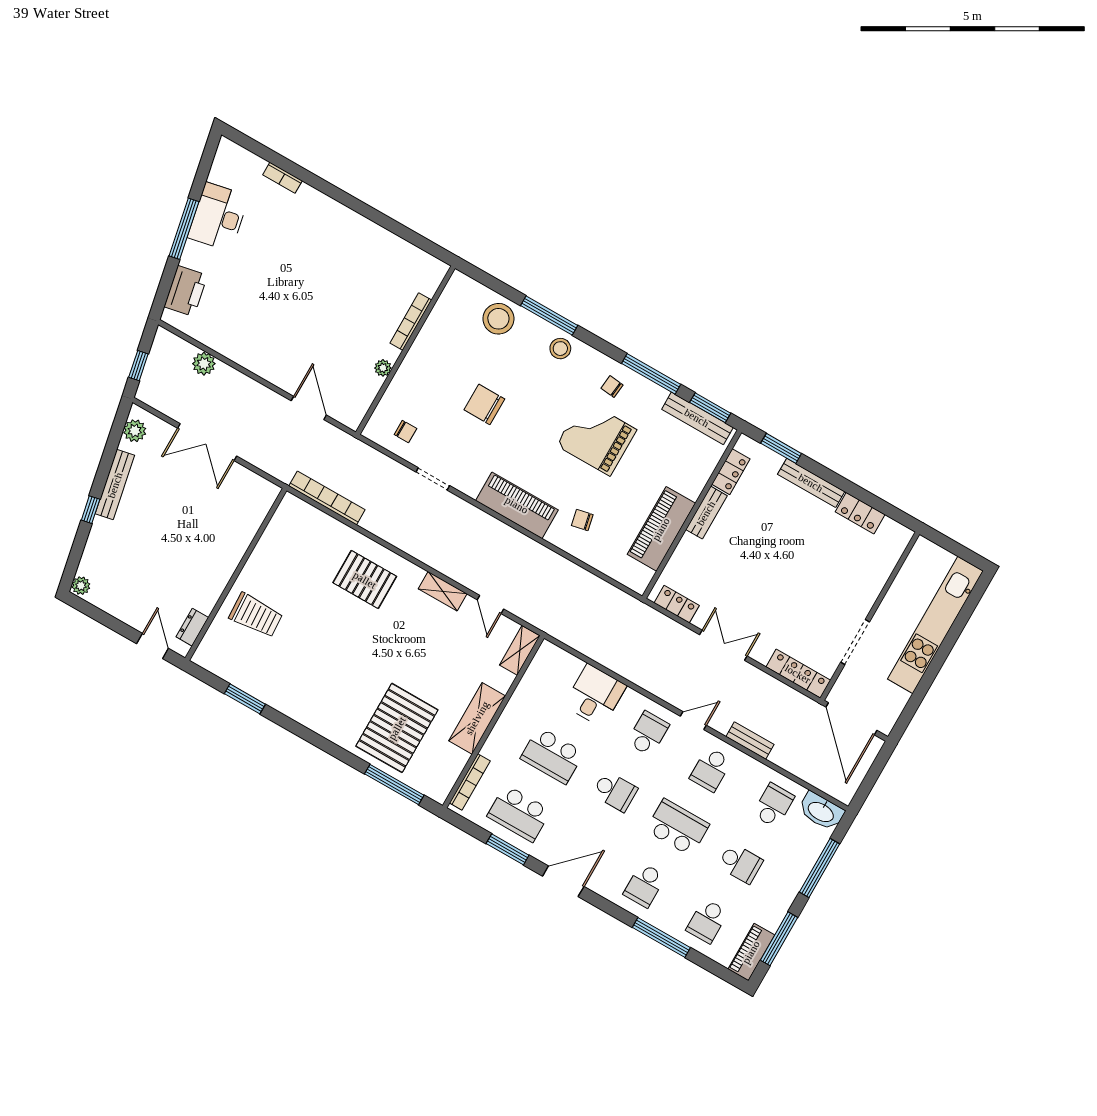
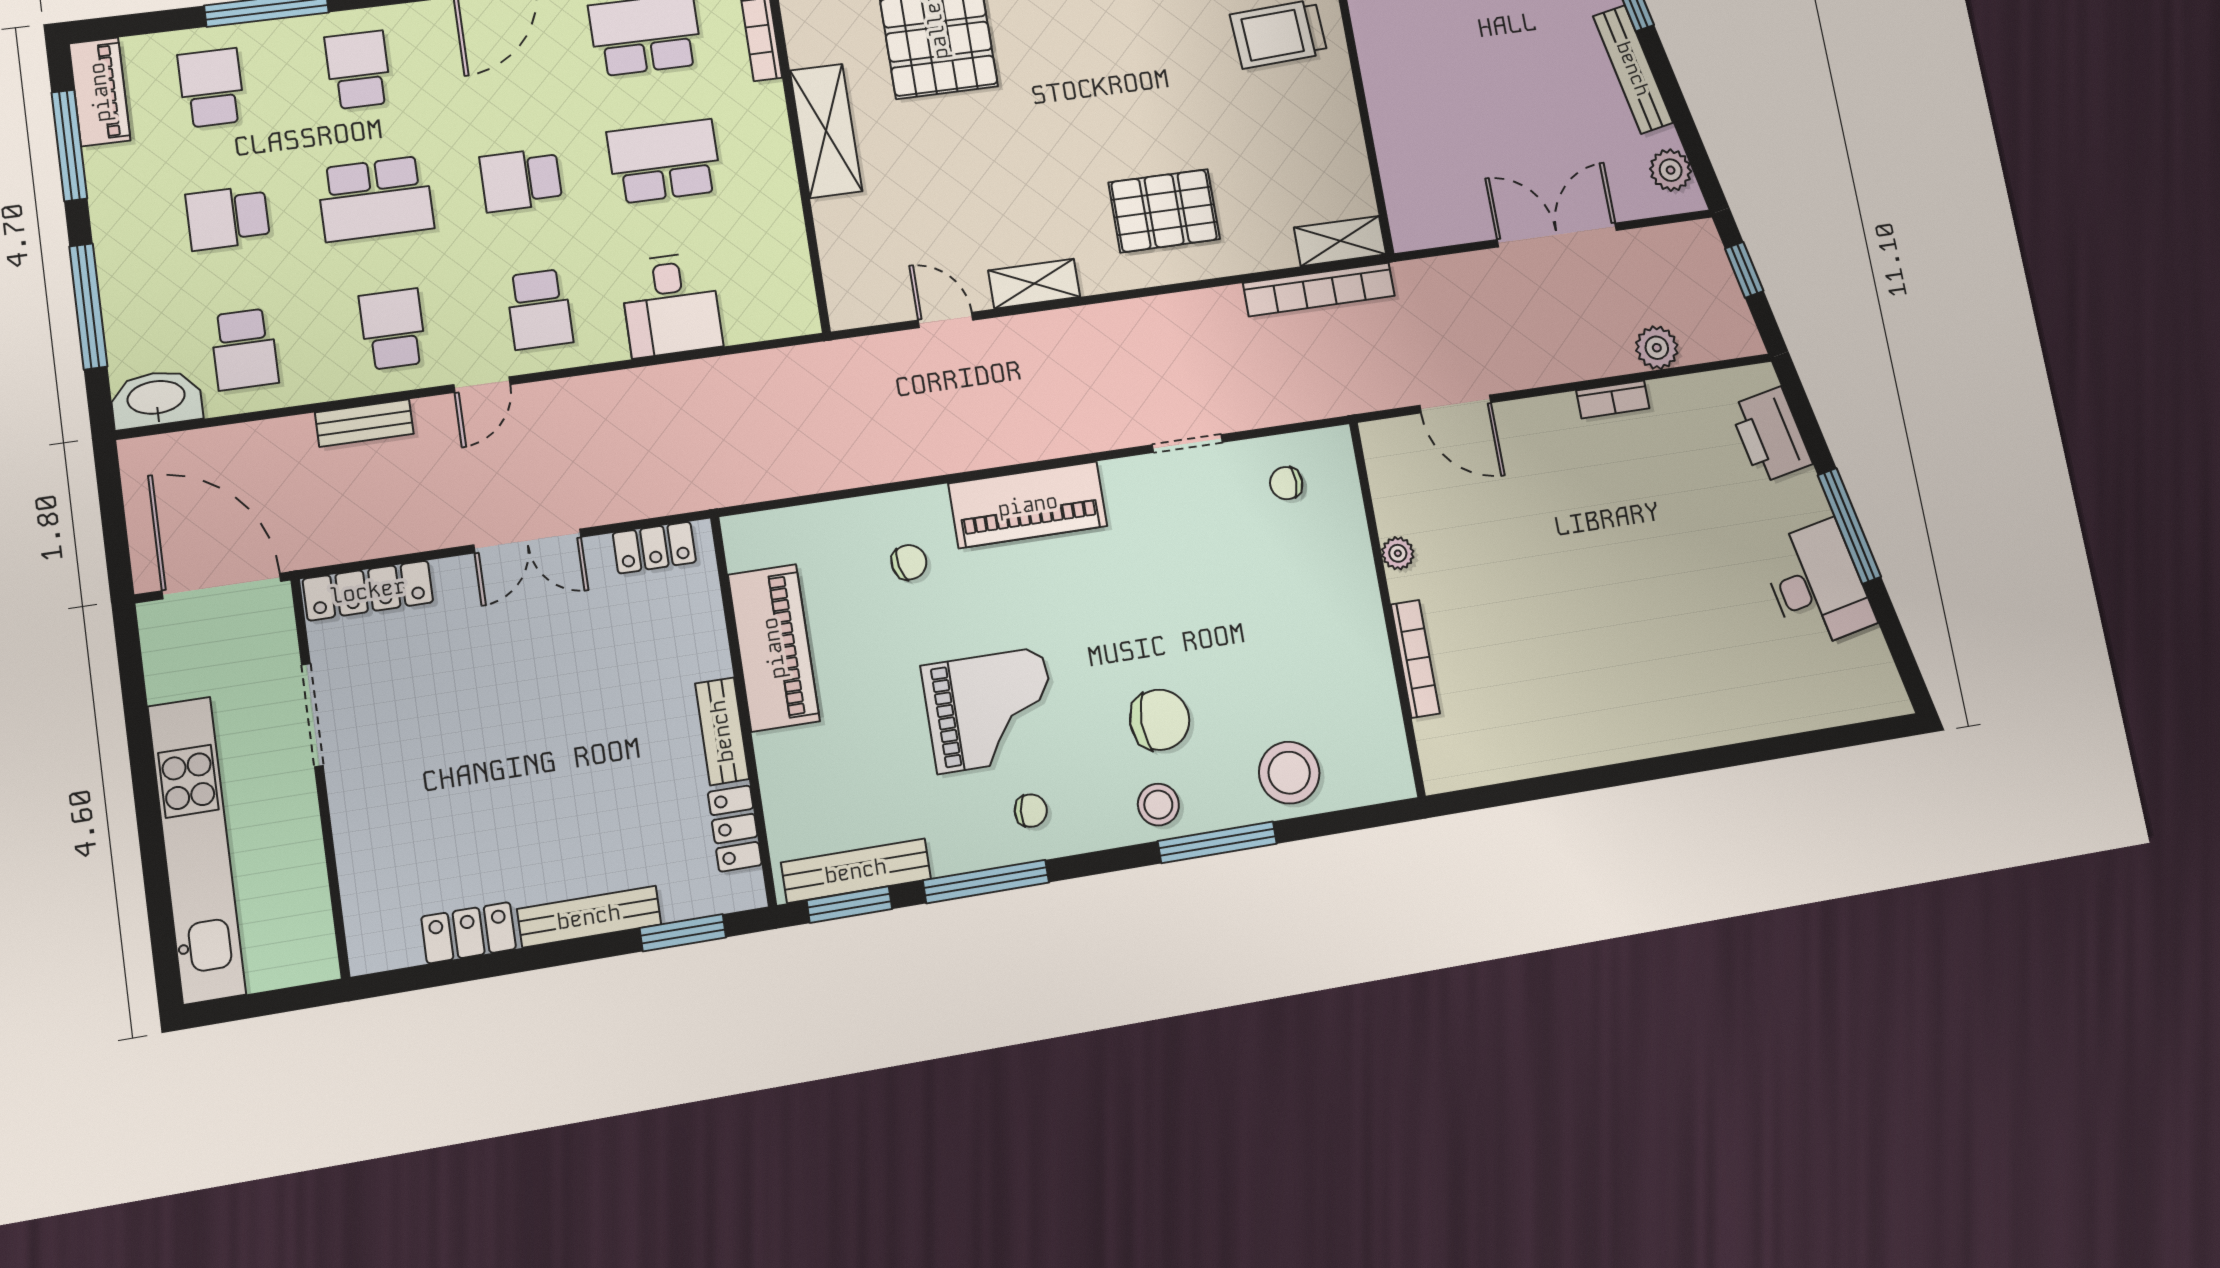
bookcase: (282, 178) -> (1613, 399), moved, turned 180
chair: (484, 404) -> (1160, 720), moved
shelving: (520, 650) -> (1340, 241), moved, turned 90

